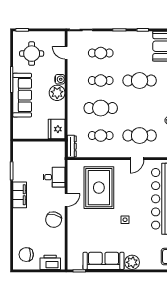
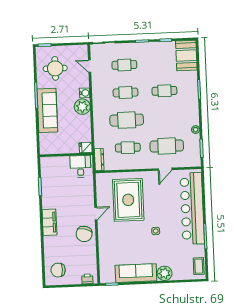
cafe table: (140, 81) -> (164, 91), width x0.73, depth x0.74
fridge: (57, 129) -> (86, 147), width x0.53, depth x0.75
desk: (54, 177) -> (80, 166), moved, turned -90
filing cabinet: (20, 195) -> (49, 222), moved
printer: (50, 262) -> (87, 279), width x0.53, depth x0.68

